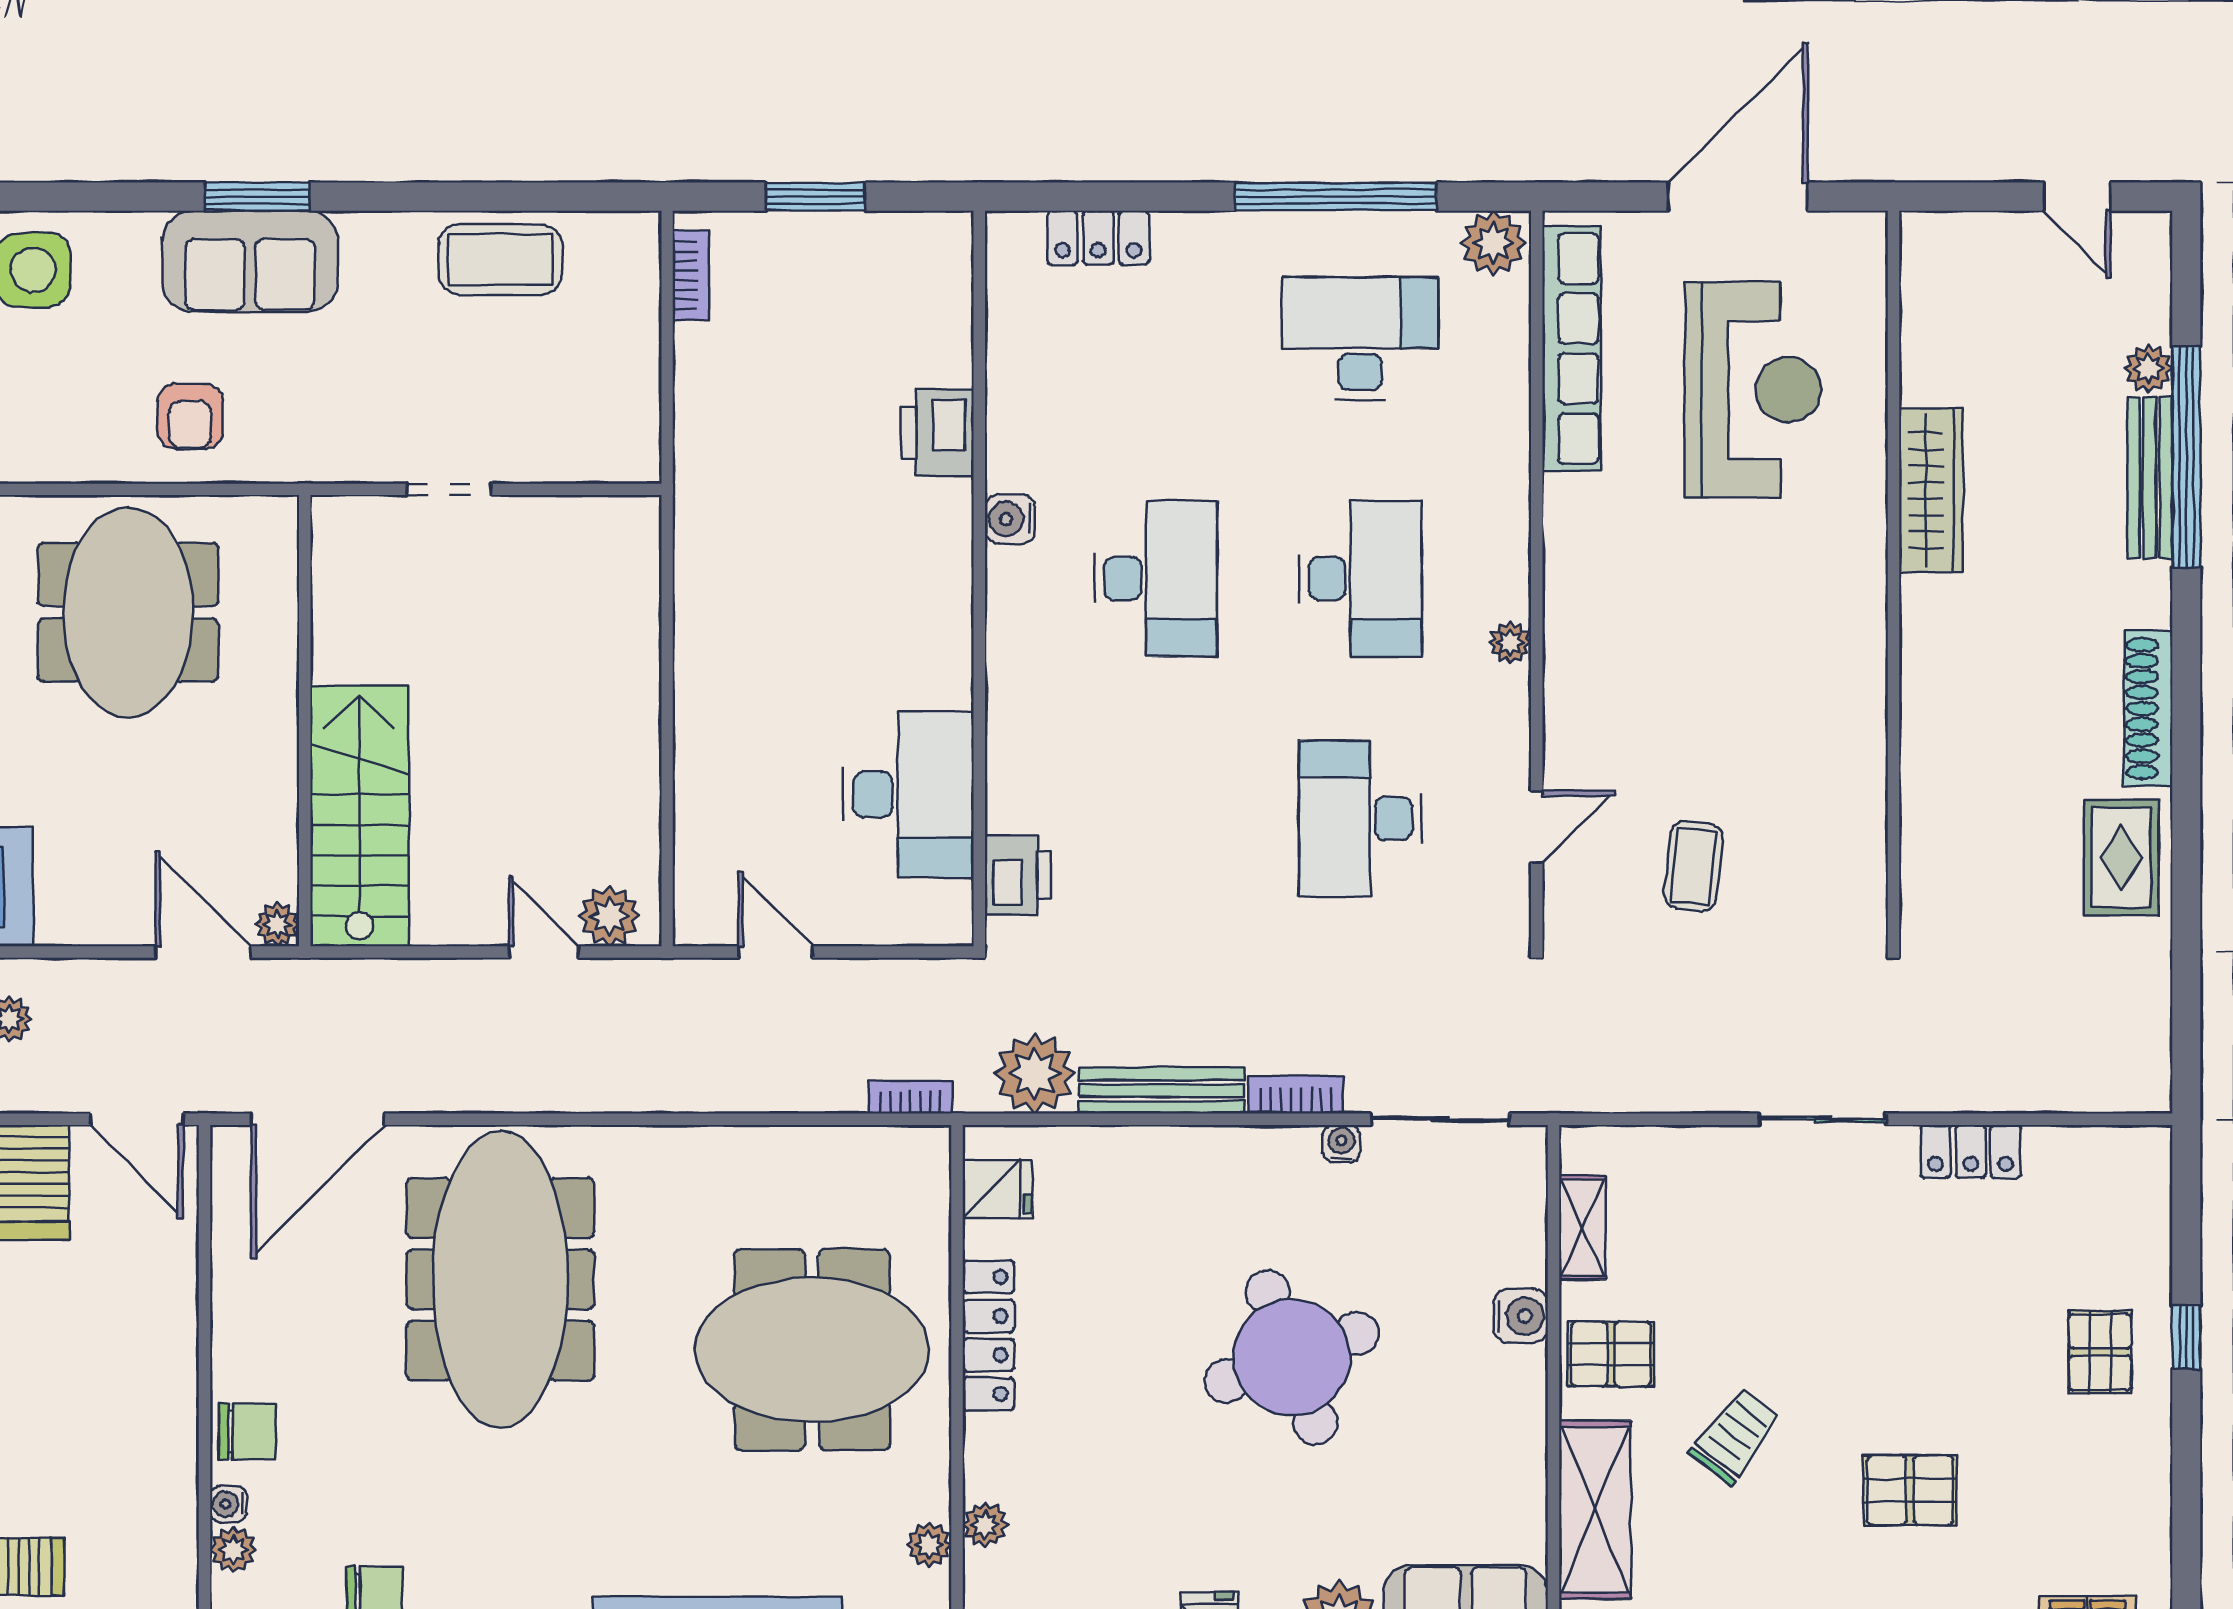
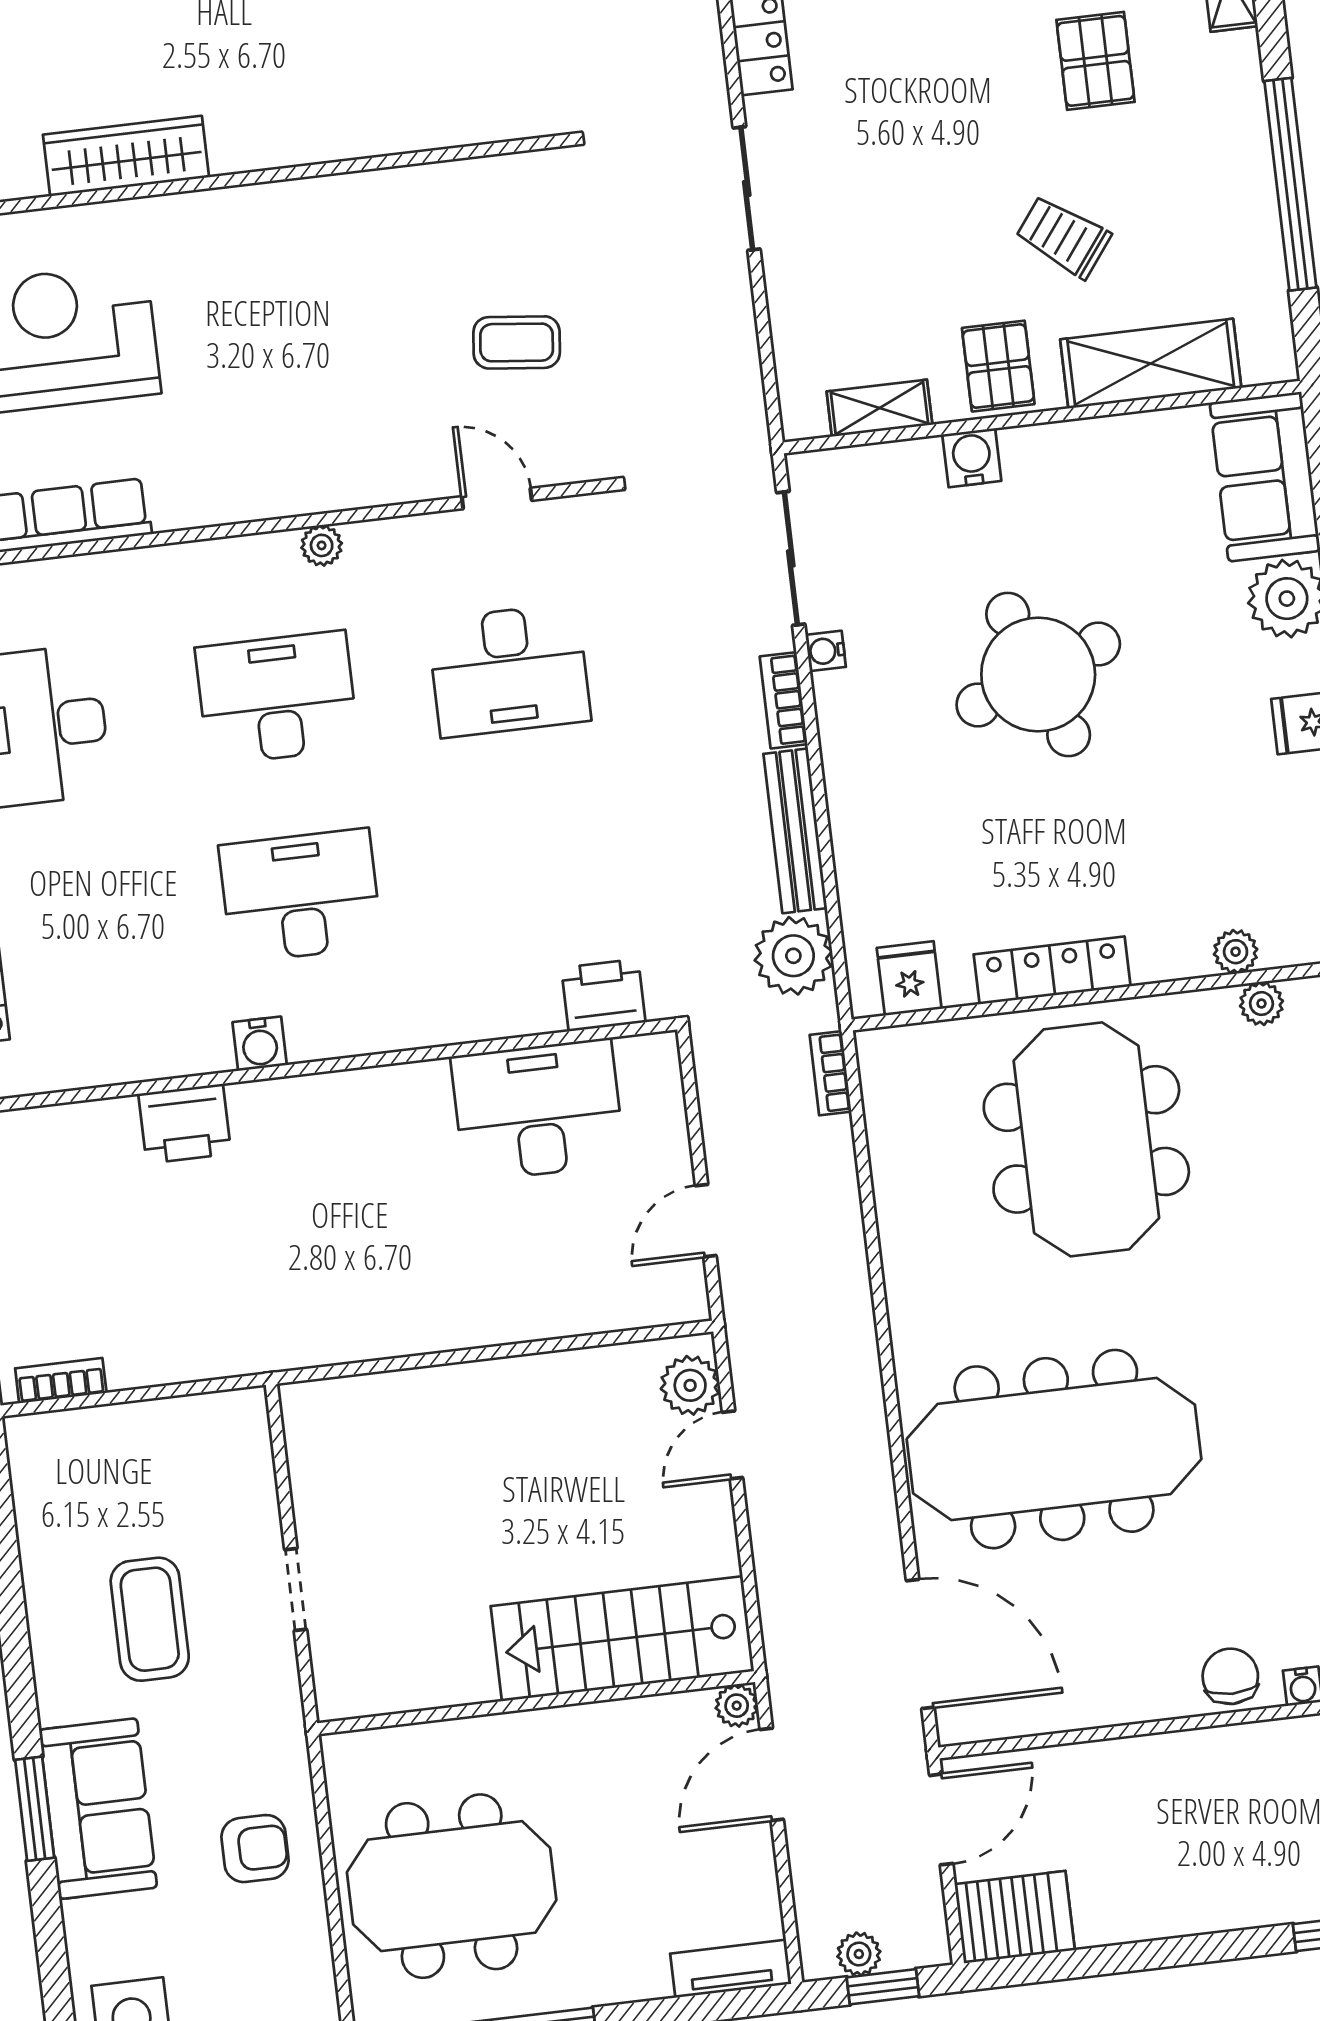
coffee table: (500, 260) -> (150, 1619), moved

